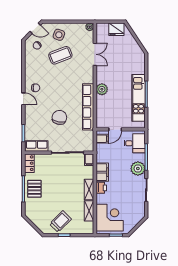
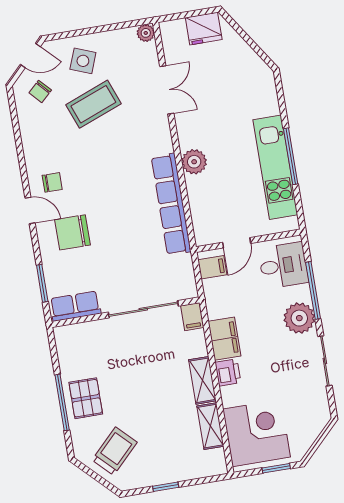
chair: (59, 117) -> (73, 232), moved, turned -100
locker: (29, 163) -> (66, 345), removed
trolley: (60, 222) -> (115, 451), moved

